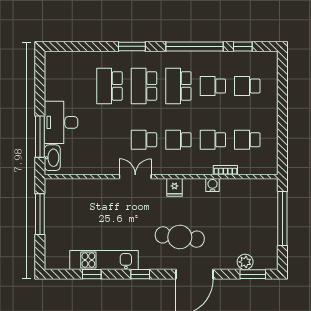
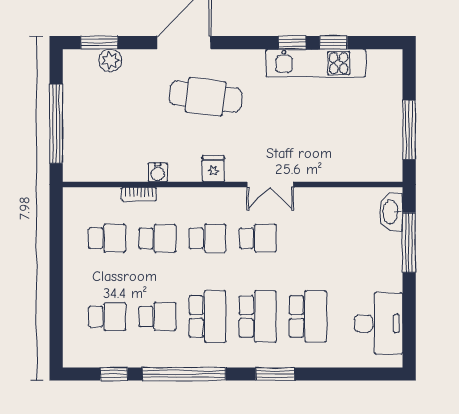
desk: (61, 122) -> (378, 323), moved
window: (140, 274) -> (292, 43), moved

